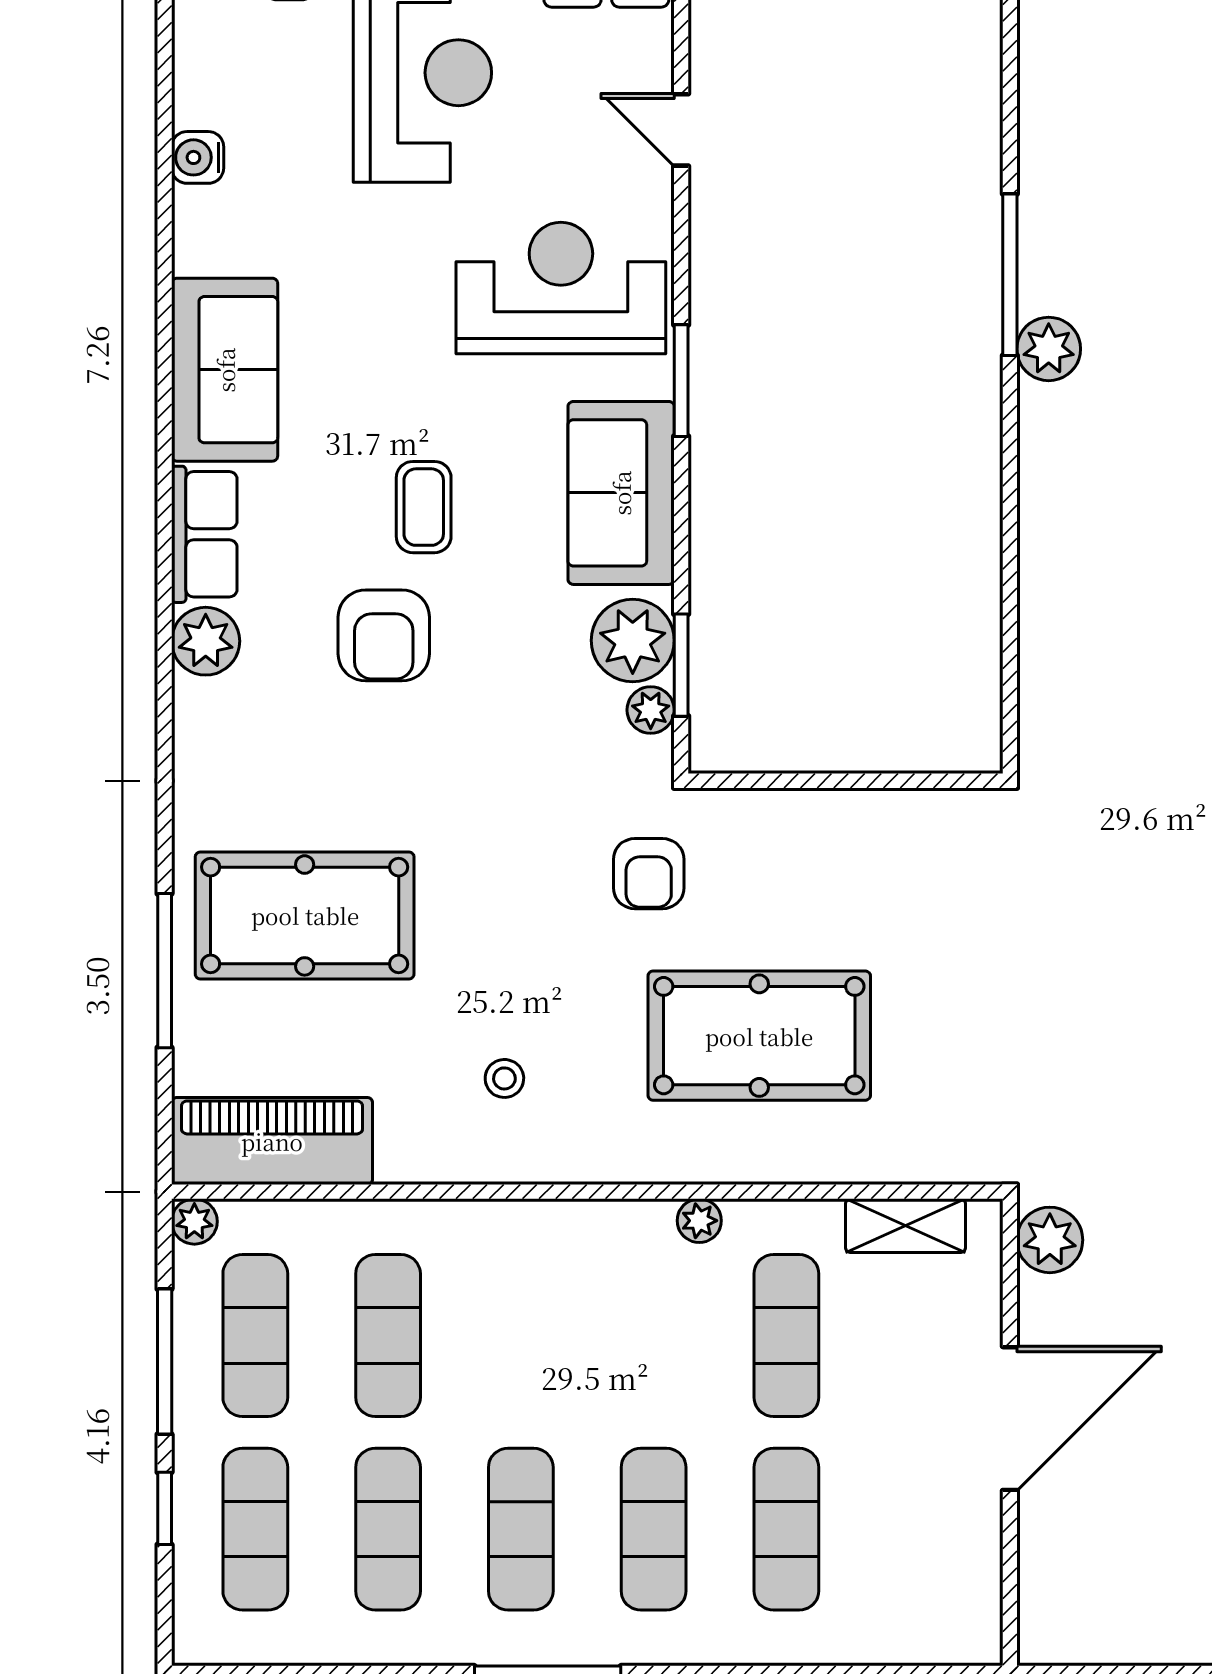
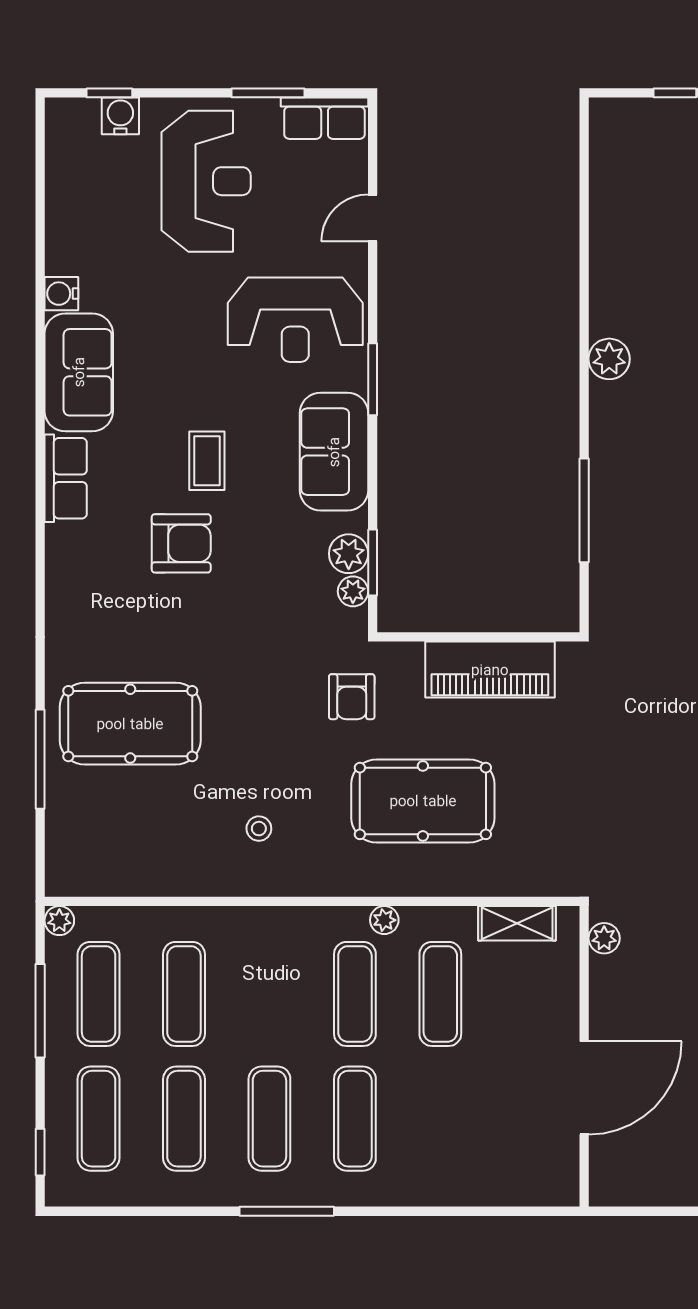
door: (681, 130) -> (373, 218), hinge flipped
water cooler: (198, 157) -> (61, 294), moved
window: (1010, 275) -> (584, 510), moved
reception desk: (561, 288) -> (295, 320), turned 180
armchair: (384, 635) -> (181, 543), turned -90
plant: (633, 640) -> (349, 554), width x0.73, depth x0.73
plant: (206, 641) -> (67, 547), removed
piano: (272, 1141) -> (490, 670), moved, turned 180
plant: (1050, 1240) -> (604, 938), width x0.73, depth x0.73
door: (1010, 1419) -> (584, 1088), moved
window: (165, 1508) -> (40, 1152), moved
exercise mat: (786, 1529) -> (355, 994), moved

